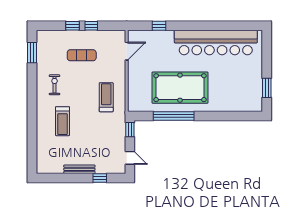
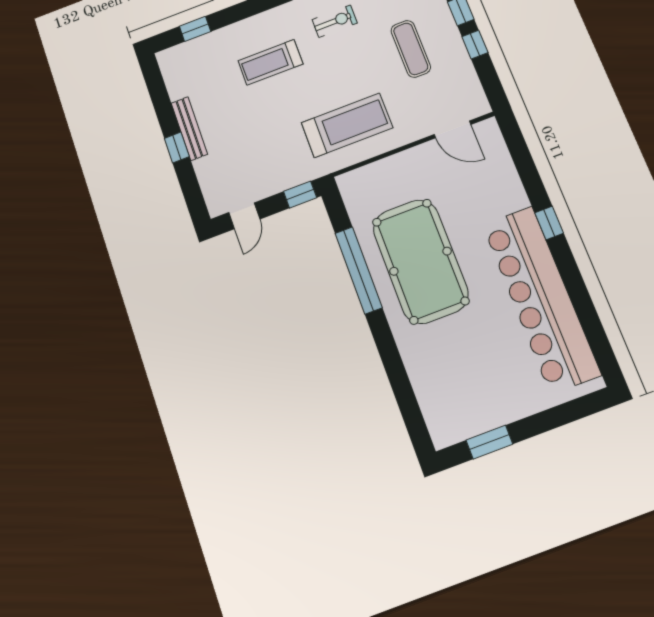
window: (159, 26) -> (549, 223), moved
treadmill: (106, 97) -> (347, 125), width x1.37, depth x1.38
window: (32, 151) -> (195, 29), added
window: (100, 178) -> (177, 147), moved

